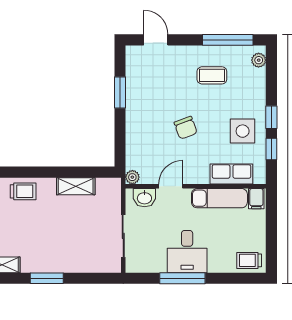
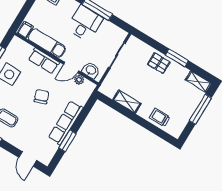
row of seats: (136, 113) -> (66, 123), added
row of seats: (231, 174) -> (44, 61), moved
plant: (132, 177) -> (79, 80), moved
pallet: (65, 258) -> (159, 63), added

